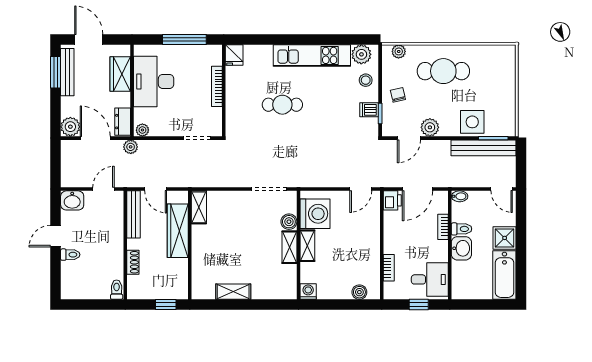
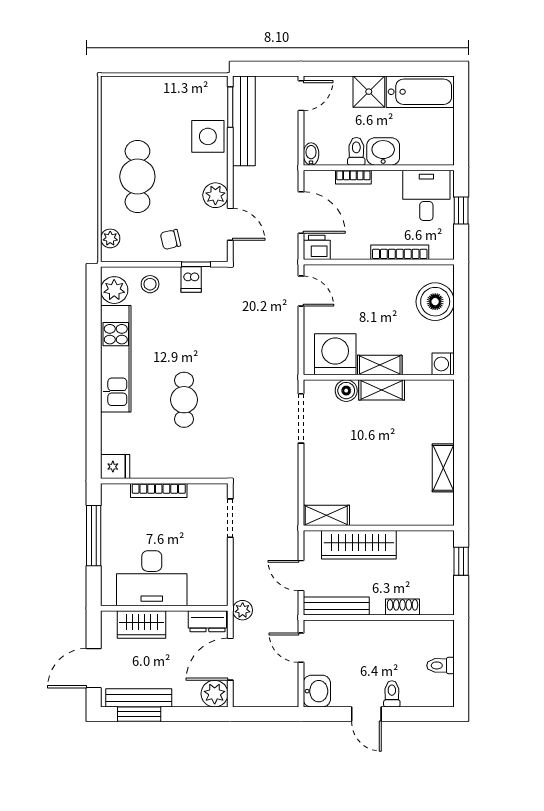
plant: (142, 130) -> (219, 594), removed
door: (156, 189) -> (301, 576), swing flipped
bookcase: (389, 268) -> (400, 252), width x1.56
toilet: (117, 290) -> (440, 665), moved
boiler: (359, 292) -> (435, 302), width x1.86, depth x1.86

